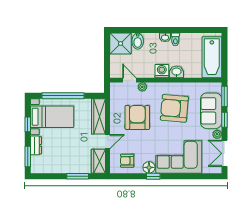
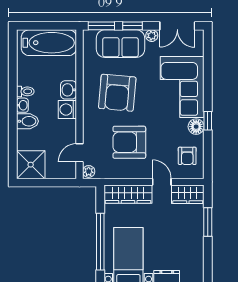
bidet: (138, 41) -> (27, 121), moved
plant: (142, 87) -> (89, 171), moved

